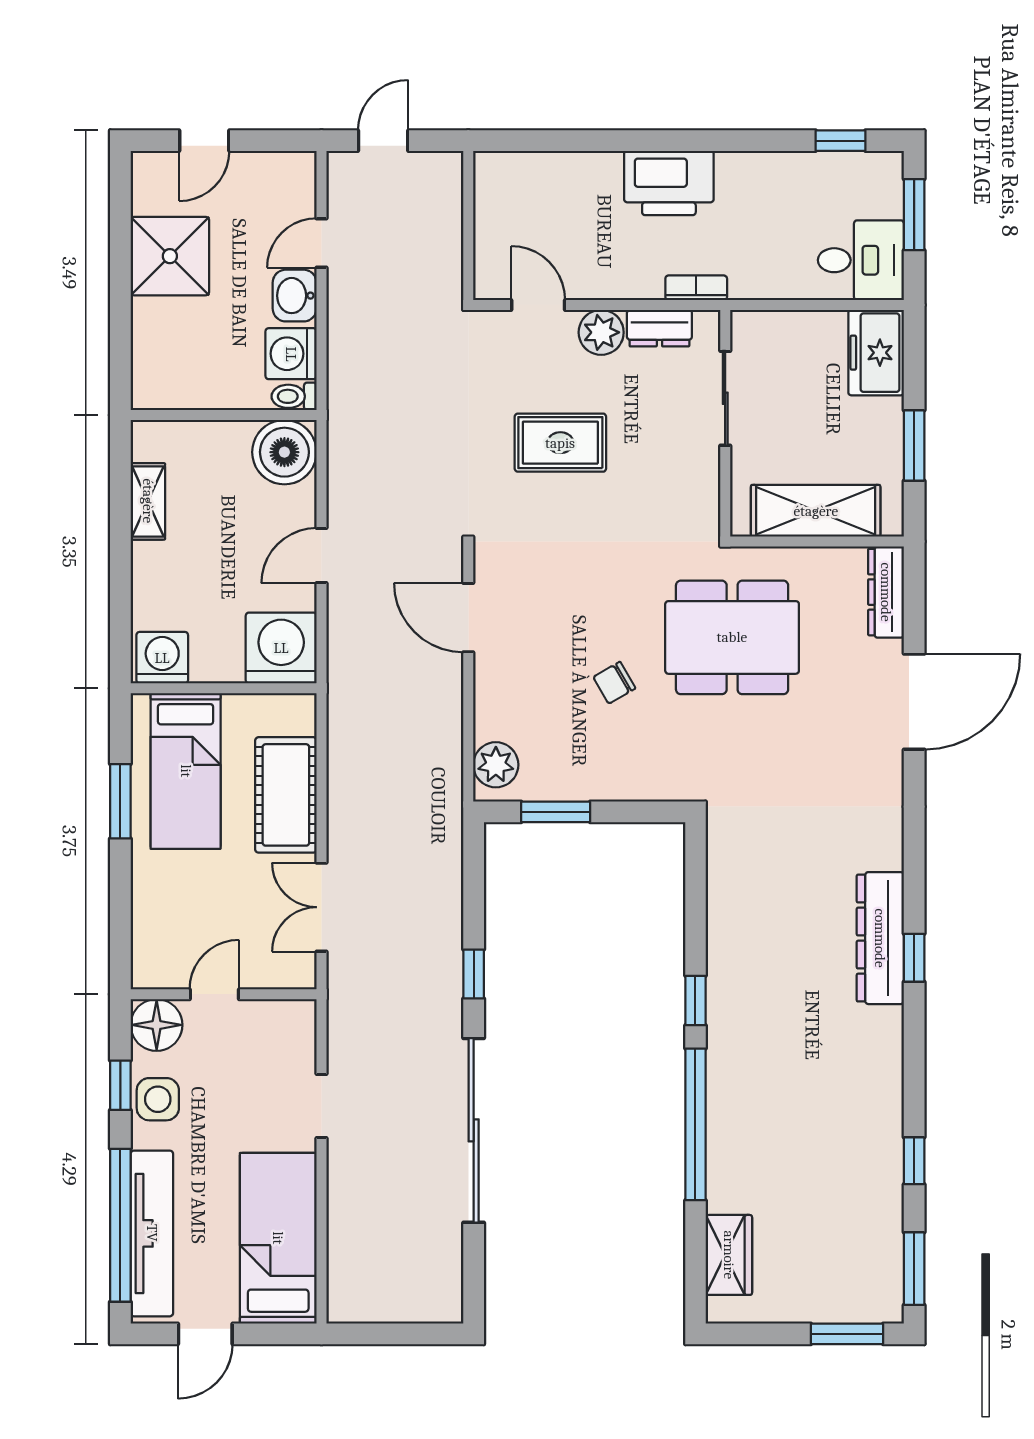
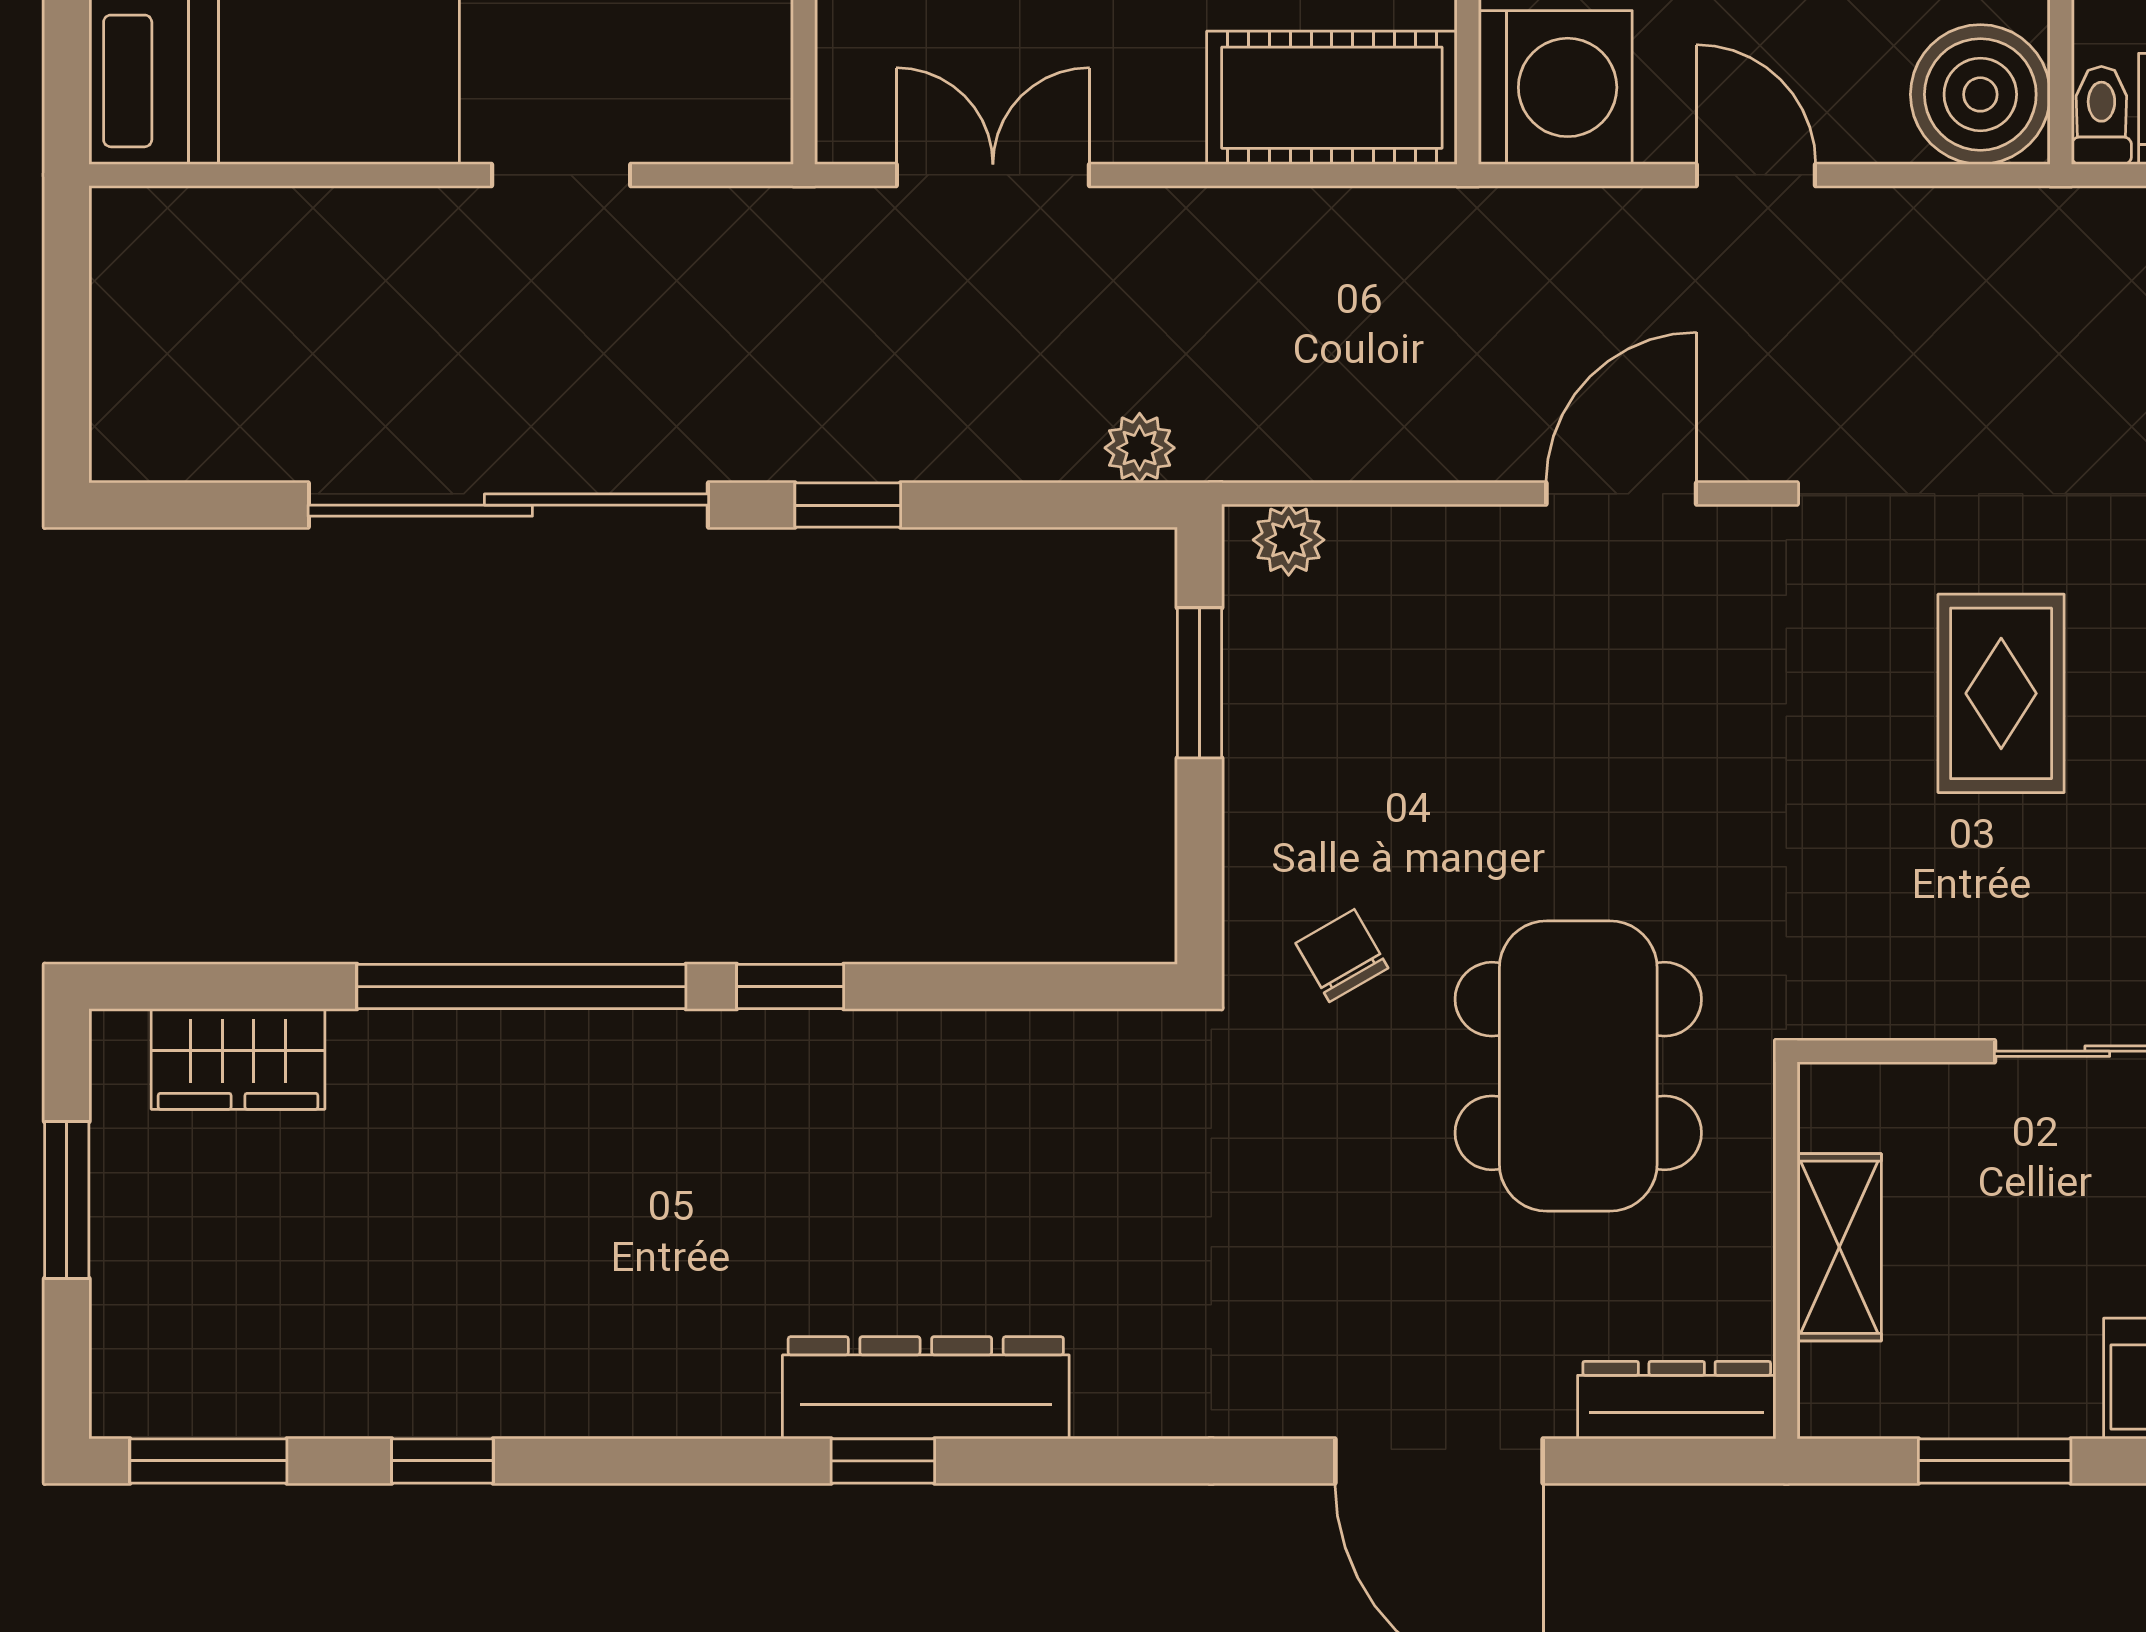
shelving: (816, 511) -> (1839, 1247), width x0.67, depth x0.75
chair: (614, 683) -> (1342, 956), moved
plant: (496, 765) -> (1289, 540), width x0.73, depth x0.73
cot: (286, 795) -> (1332, 98), moved
plant: (447, 840) -> (1140, 448), added
window: (847, 1334) -> (67, 1200), moved

